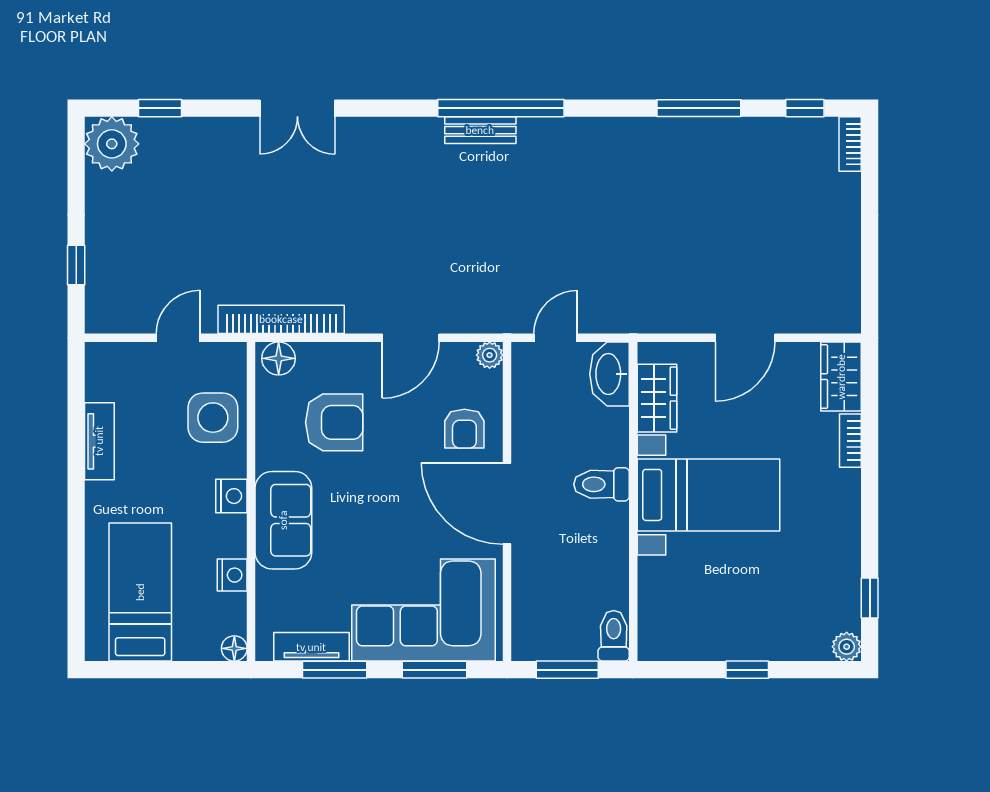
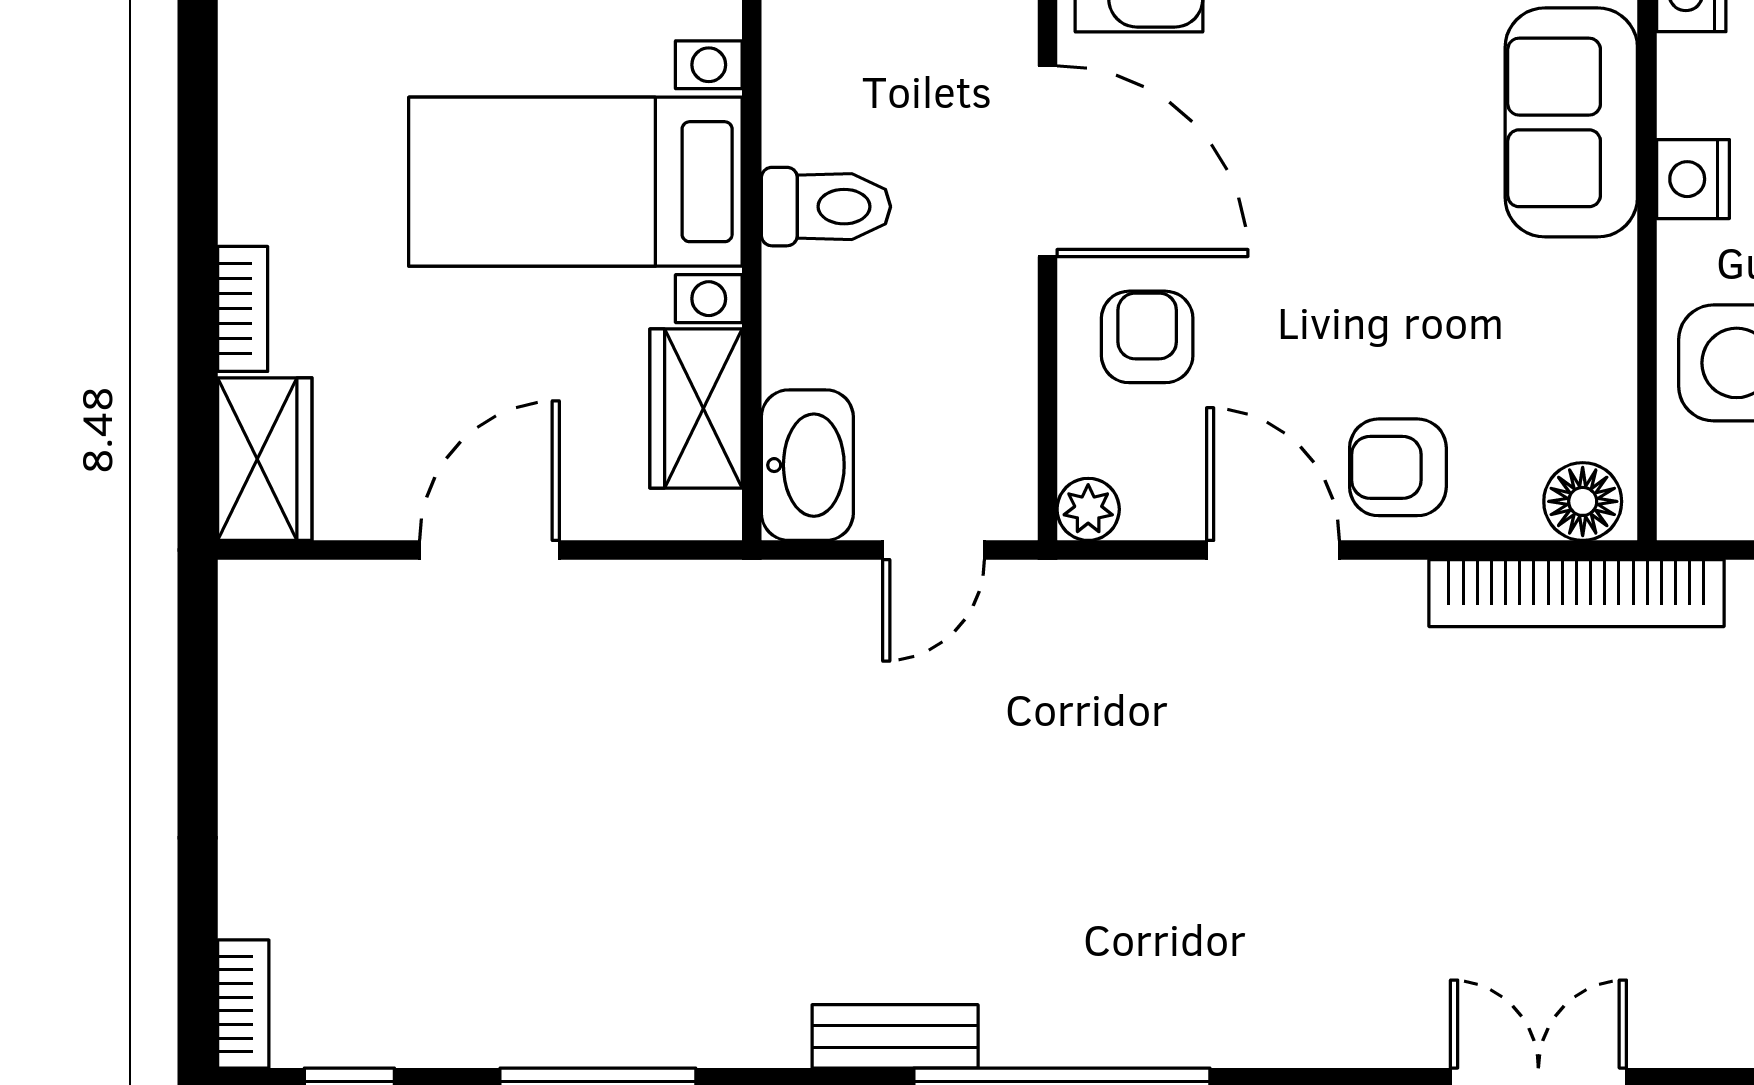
bench: (480, 130) -> (895, 1036), moved
door: (411, 338) -> (1273, 550), hinge flipped
armchair: (334, 422) -> (1398, 467), moved, width x0.72, depth x0.72

